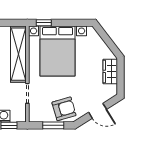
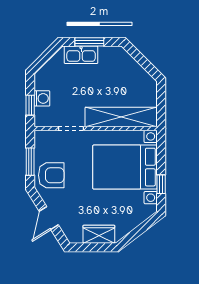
window: (44, 23) -> (161, 184), moved
armchair: (64, 109) -> (51, 175), turned -74

